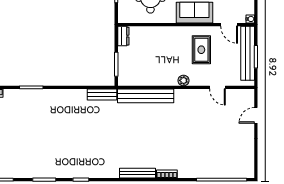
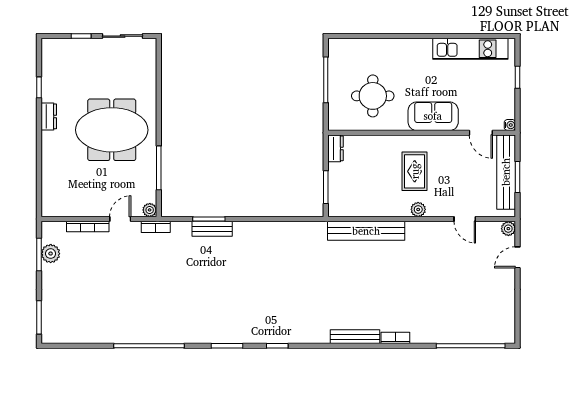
rug: (201, 50) -> (415, 171), moved
plant: (249, 94) -> (508, 229), added
bench: (102, 95) -> (212, 229), moved

